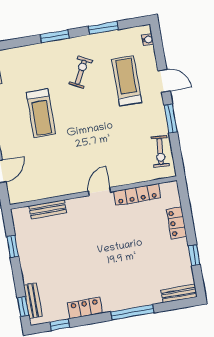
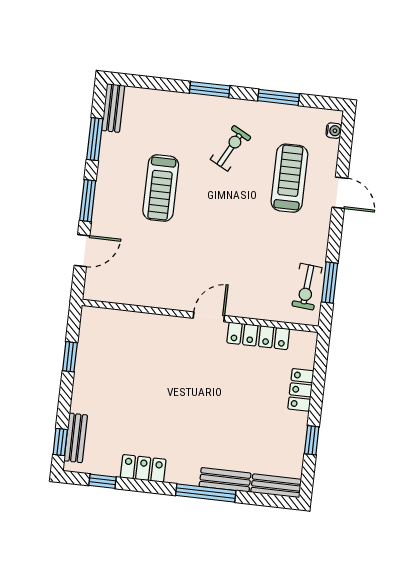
window: (171, 119) -> (330, 283), moved
bench: (48, 209) -> (225, 480), moved

